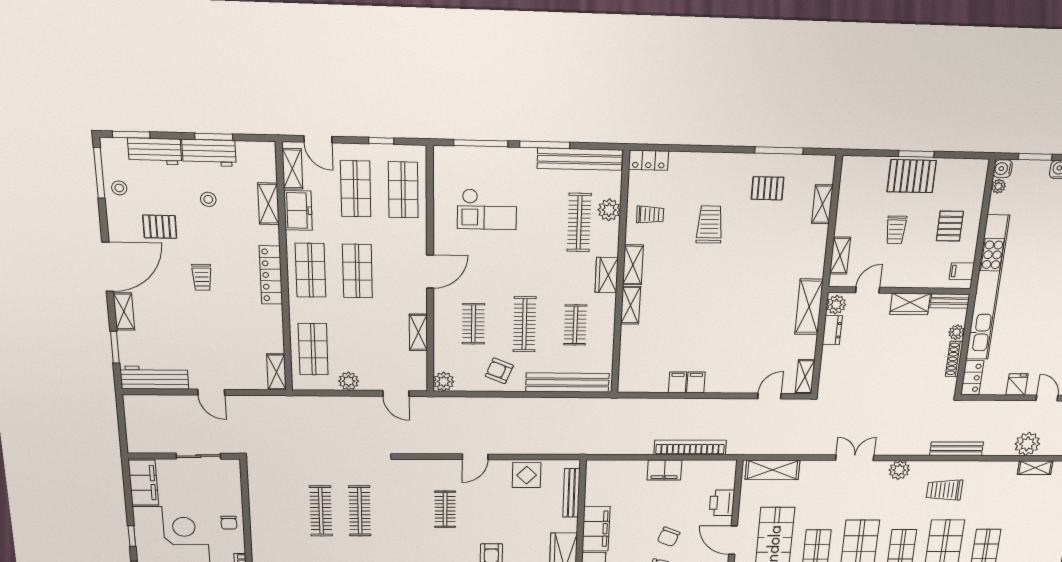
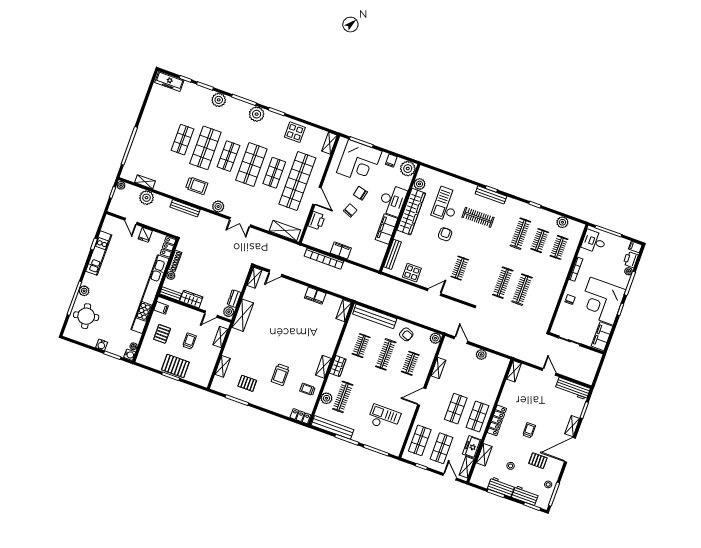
shelving: (631, 305) -> (344, 311), moved
shop shelf: (313, 349) -> (492, 377), removed

